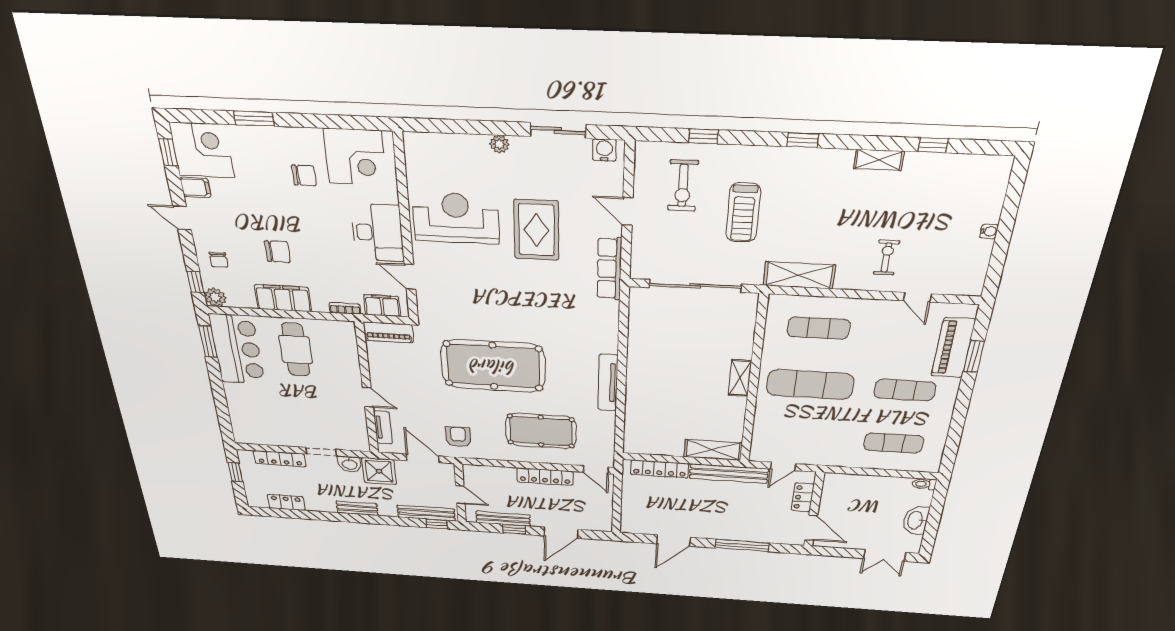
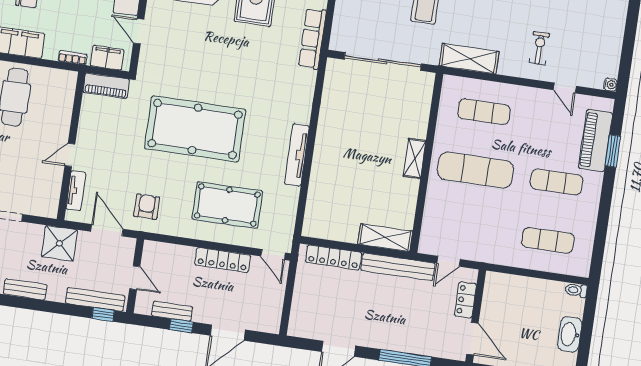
water cooler: (989, 231) -> (611, 85), moved
door: (368, 397) -> (70, 155), swing flipped
washbasin: (350, 464) -> (32, 233), removed
bench: (503, 519) -> (172, 311), width x0.73

